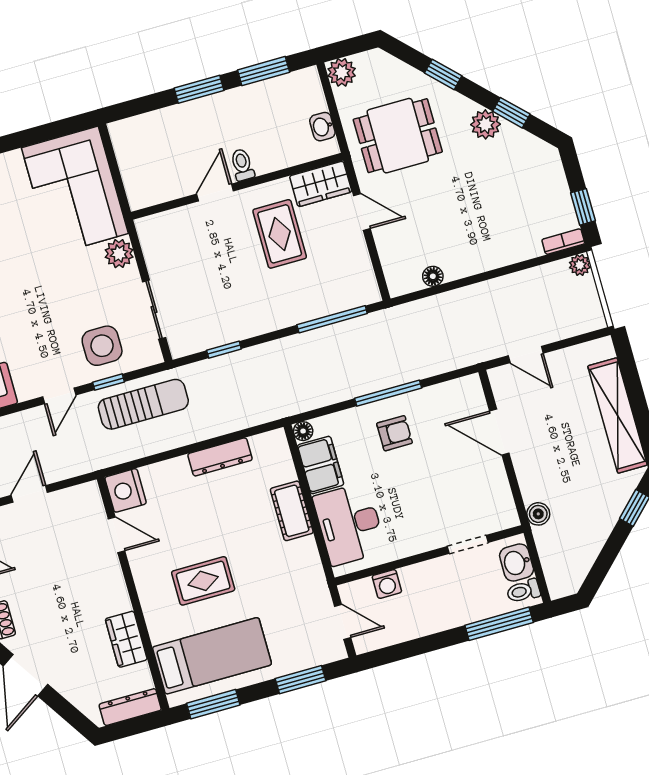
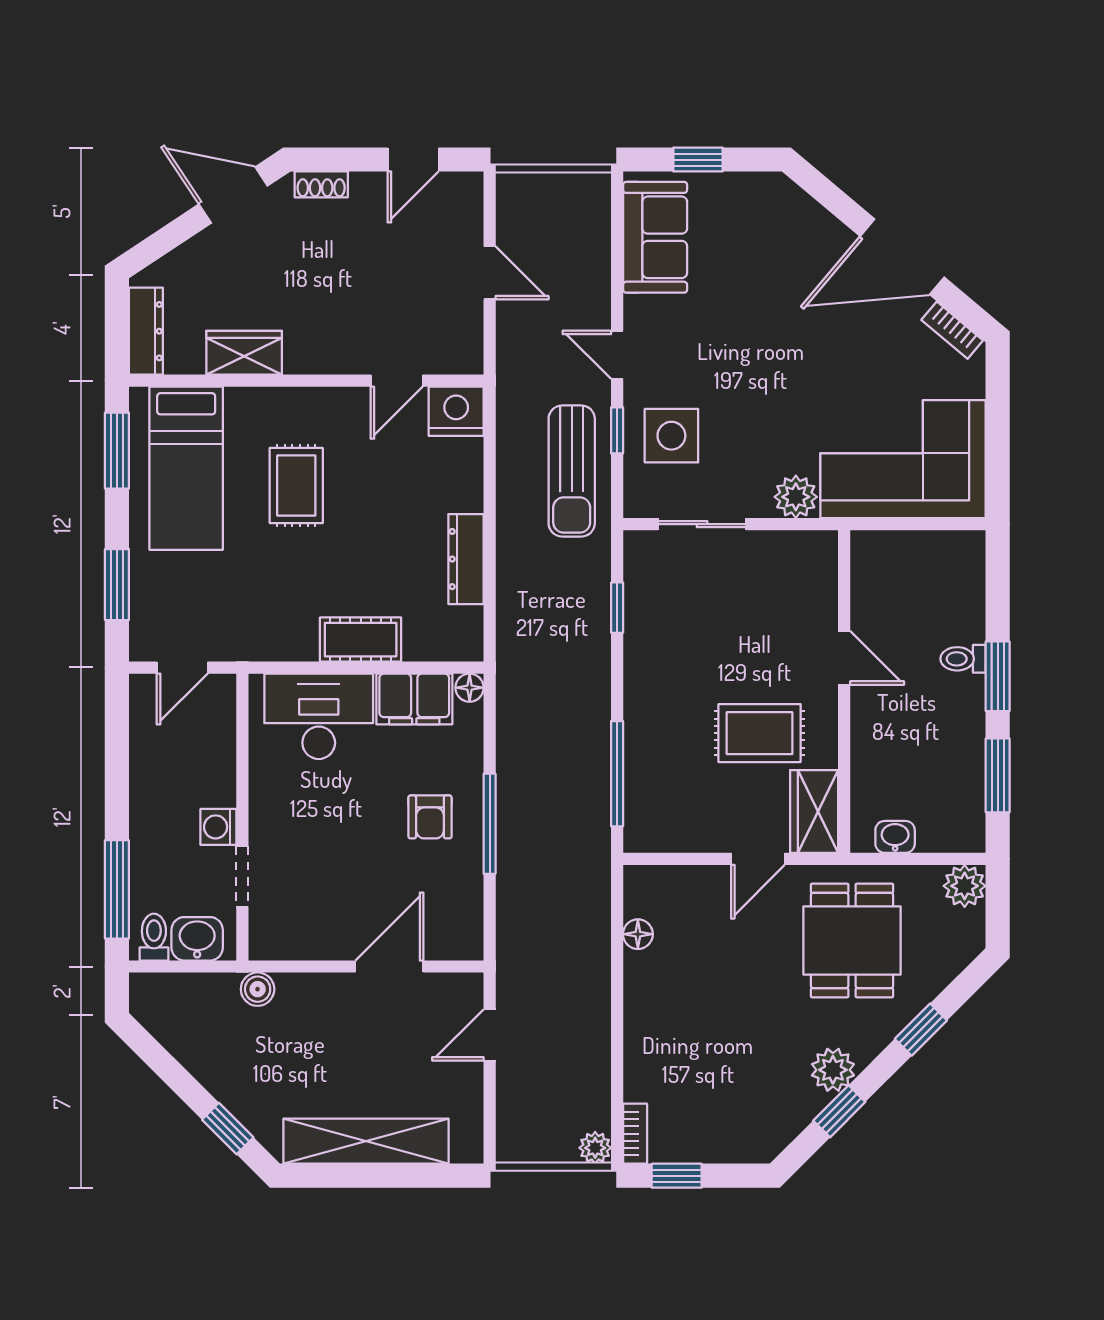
toilet: (242, 165) -> (963, 659), moved, turned 180
washing machine: (387, 584) -> (218, 827), moved

